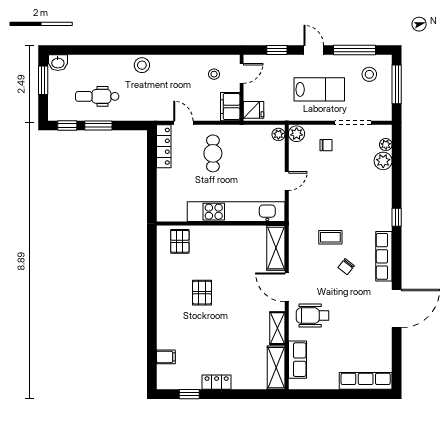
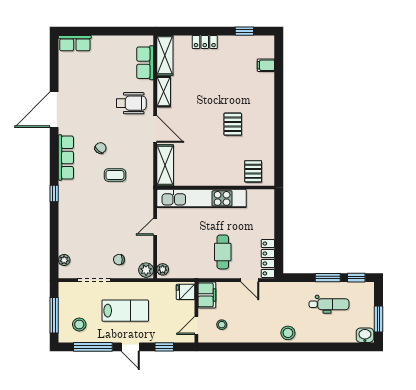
lab bench: (319, 89) -> (125, 311), turned 180
plant: (383, 161) -> (67, 245), removed
row of seats: (366, 381) -> (75, 43), width x0.68
locker: (217, 382) -> (205, 42), moved

